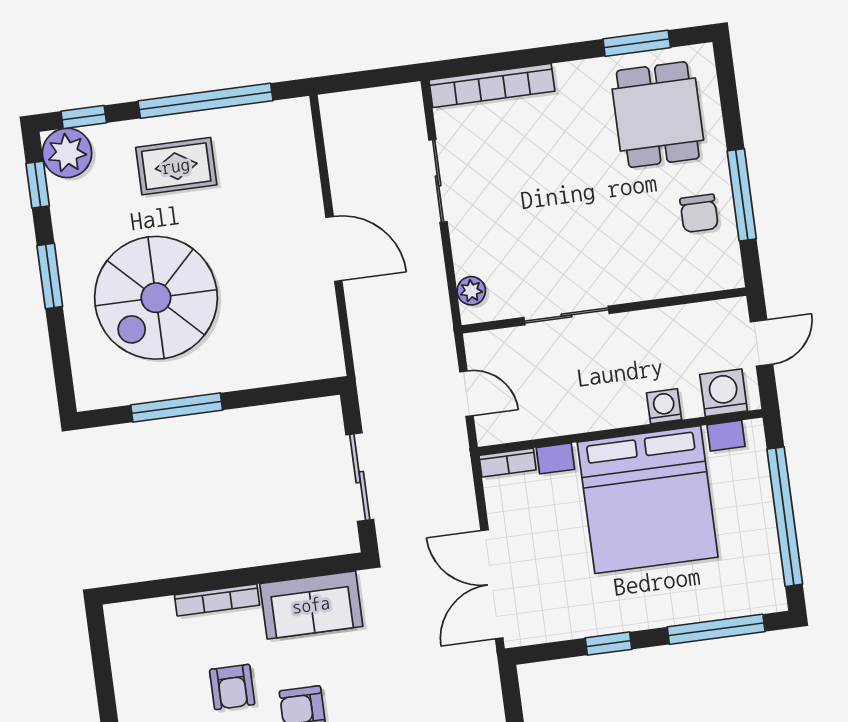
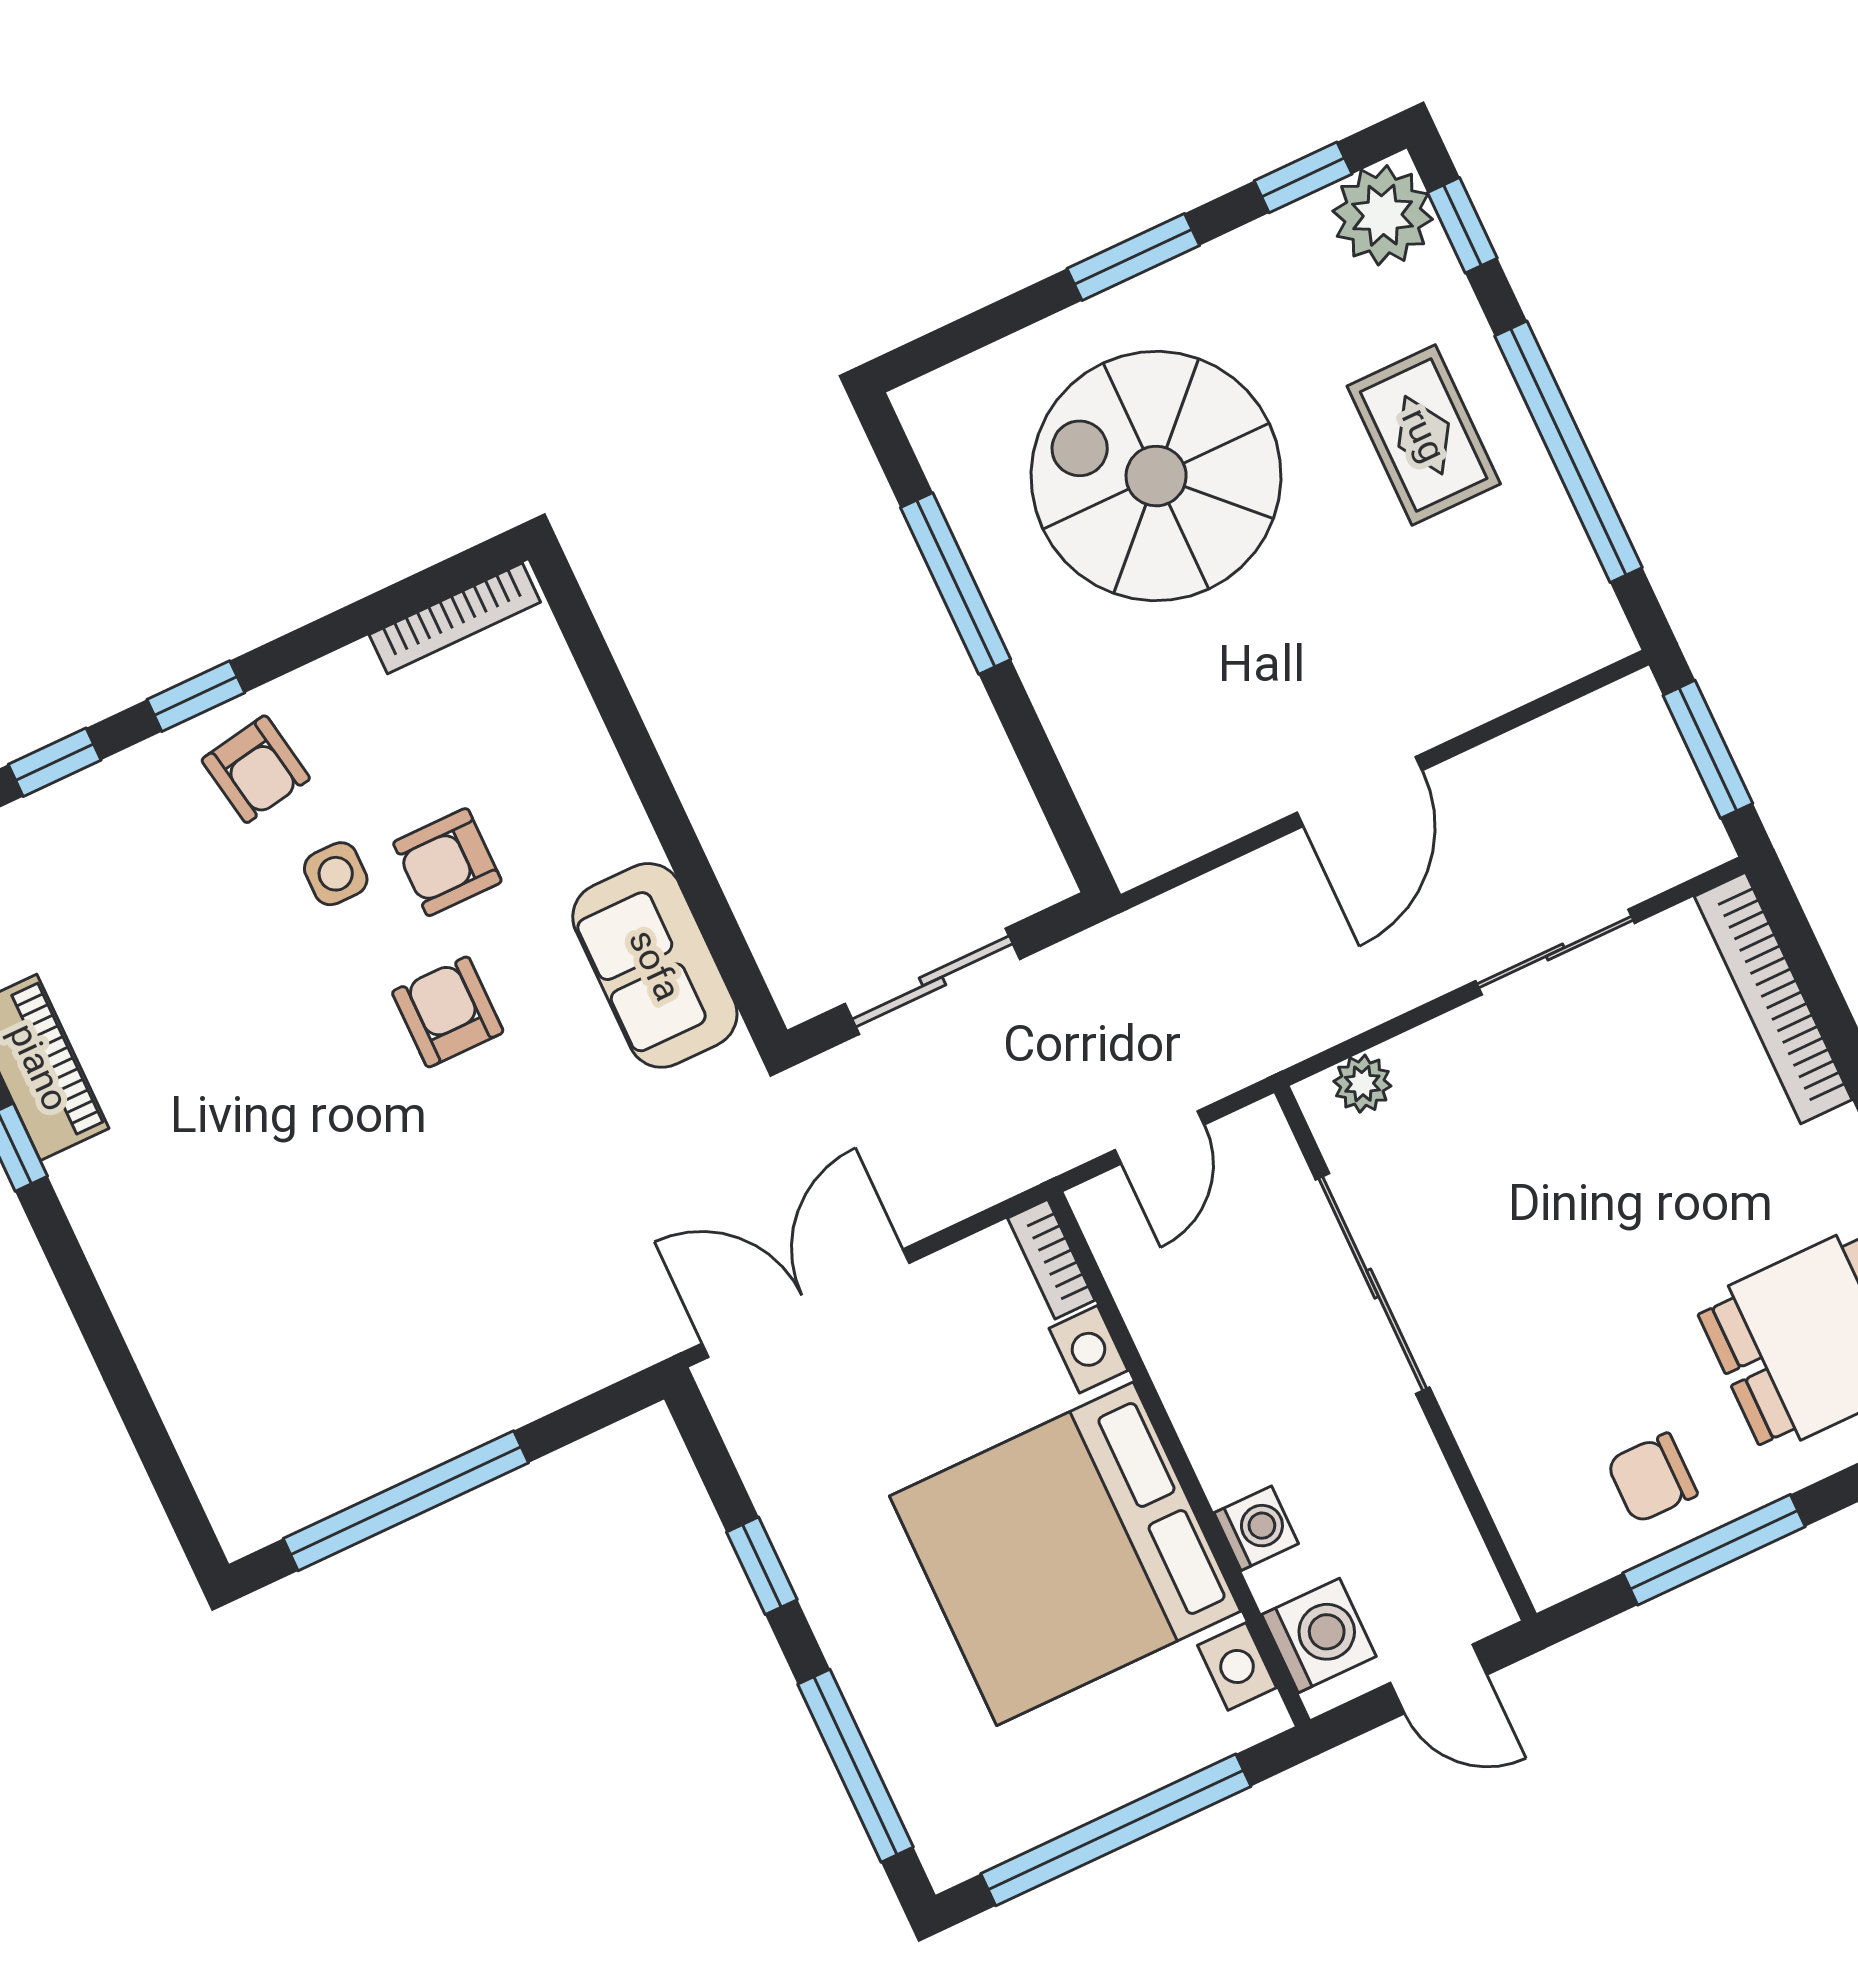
window: (366, 79) -> (1708, 749), added
sliding door: (567, 315) -> (1373, 1284), width x1.37
bookcase: (217, 600) -> (455, 618), moved, turned -90

